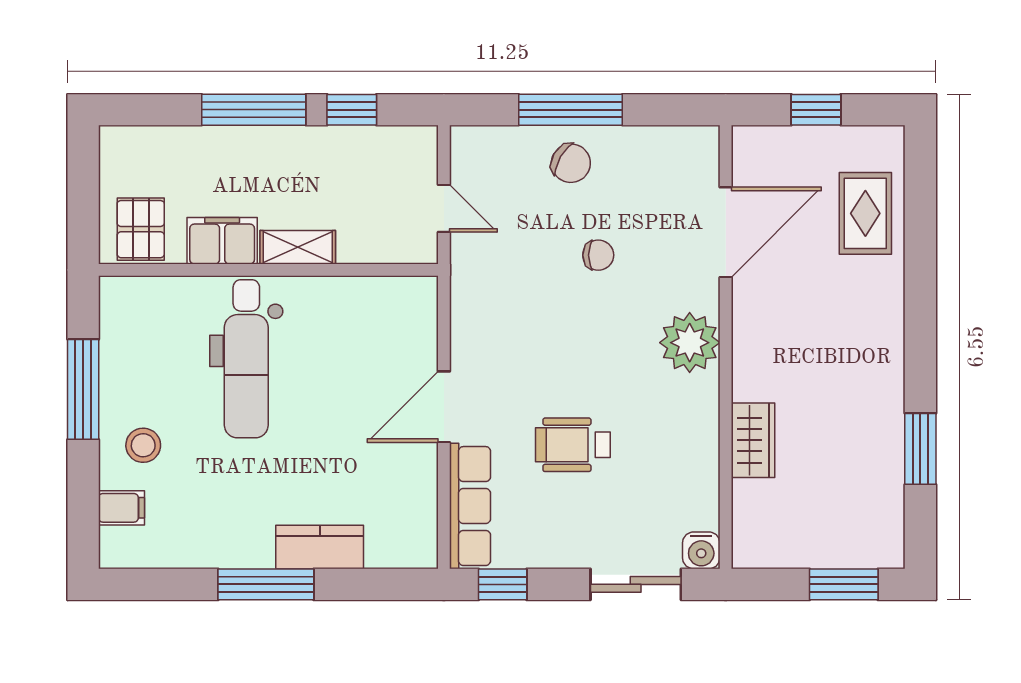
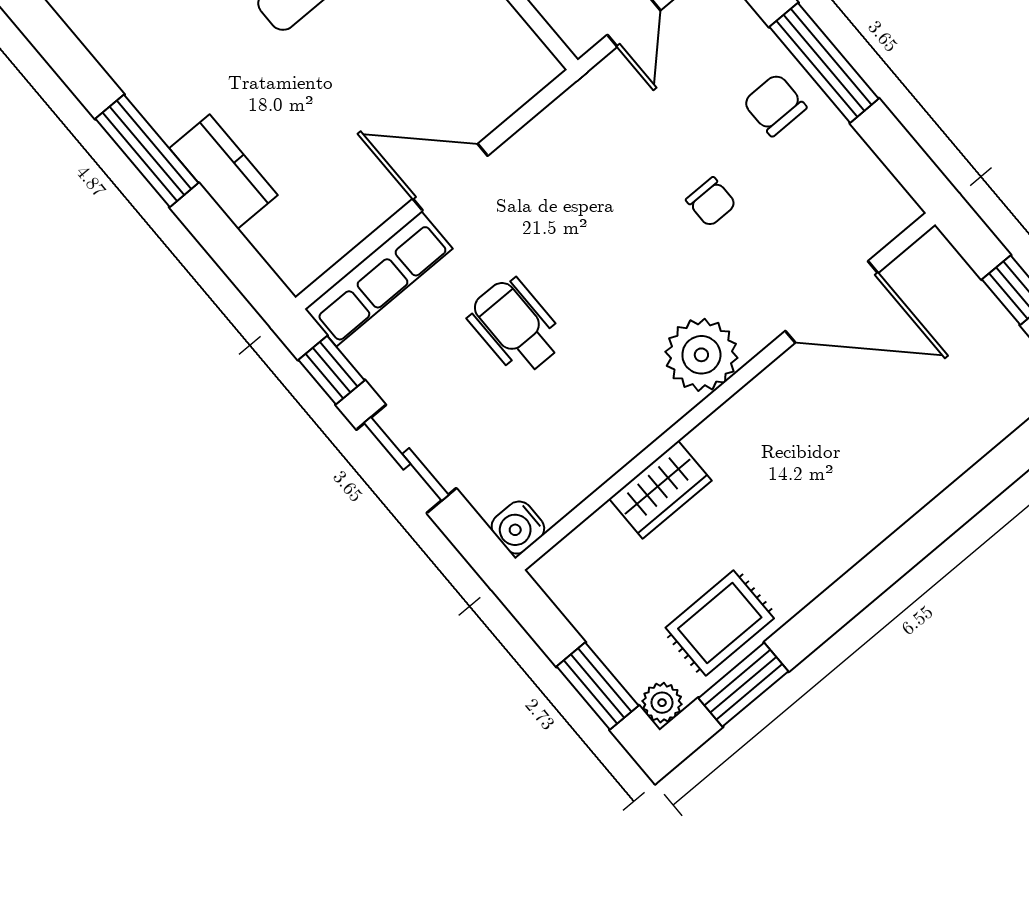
chair: (571, 163) -> (775, 105), turned 150
rug: (865, 213) -> (720, 623), moved
window: (920, 449) -> (743, 685), moved
plant: (889, 552) -> (662, 703), added
sliding door: (636, 584) -> (406, 459), moved

